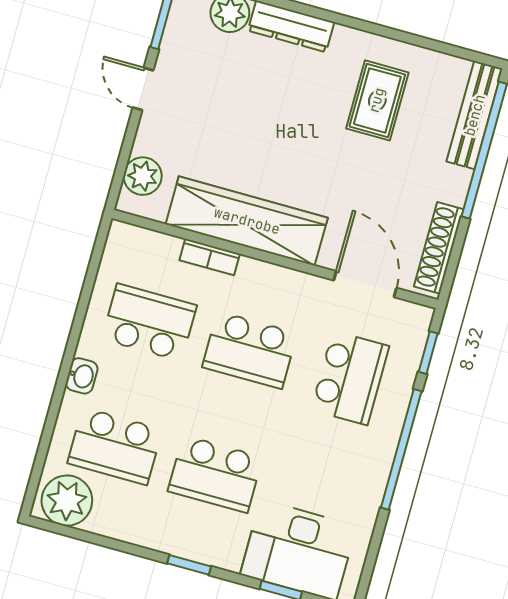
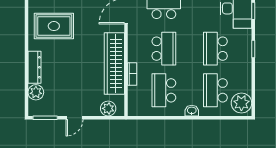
rug: (377, 100) -> (54, 26), width x1.36, depth x1.43
school desk: (115, 446) -> (215, 90), turned 180
school desk: (215, 474) -> (215, 49), turned 180

